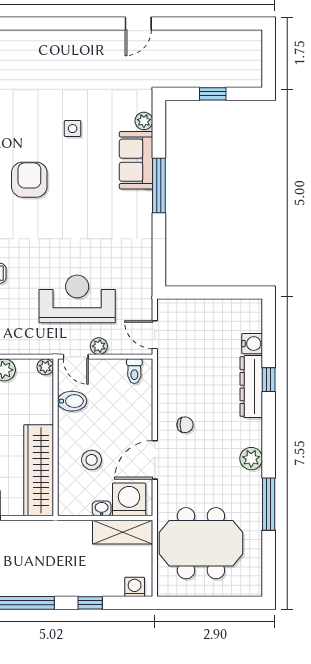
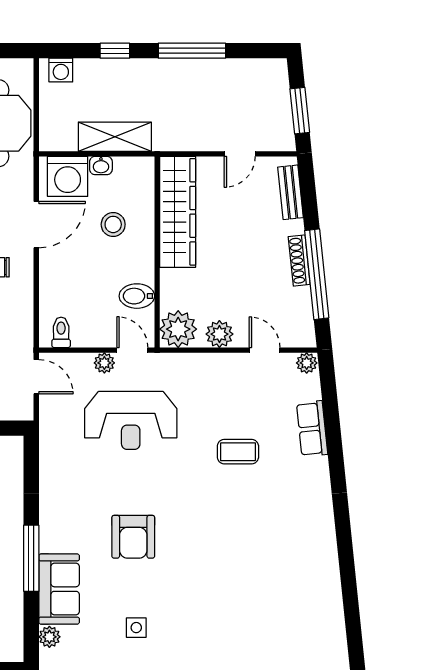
armchair: (29, 180) -> (133, 537), moved
plant: (45, 367) -> (178, 329), width x1.88, depth x1.88
shelving: (123, 532) -> (115, 137), moved

